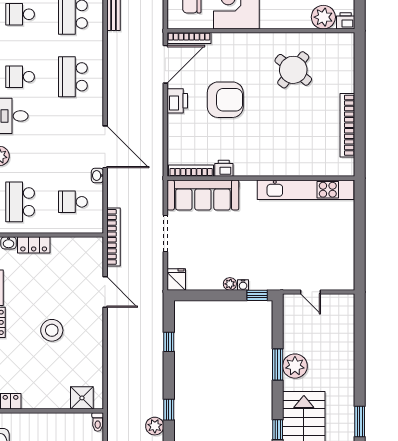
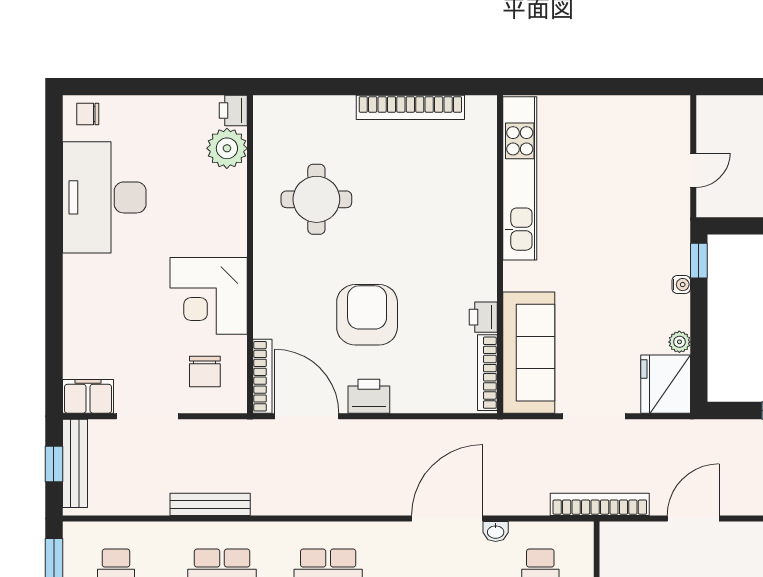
round table: (293, 70) -> (316, 199), turned -38
fridge: (176, 279) -> (666, 384), width x1.88, depth x1.34
plant: (230, 284) -> (679, 342), moved

